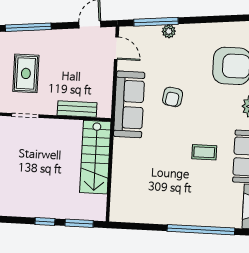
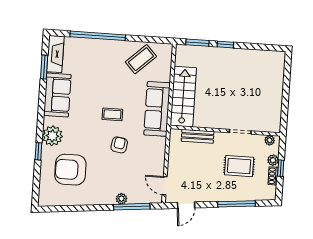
rug: (26, 73) -> (239, 166), turned 90
sofa: (129, 104) -> (157, 109), moved
coffee table: (204, 152) -> (112, 114), moved
coffee table: (148, 202) -> (141, 59), added

